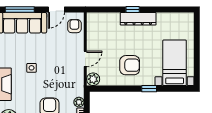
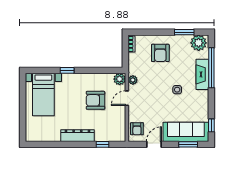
window: (20, 9) -> (188, 144), width x0.69
window: (133, 9) -> (103, 144), moved
armchair: (130, 65) -> (95, 100), moved
plant: (79, 102) -> (133, 80), moved

